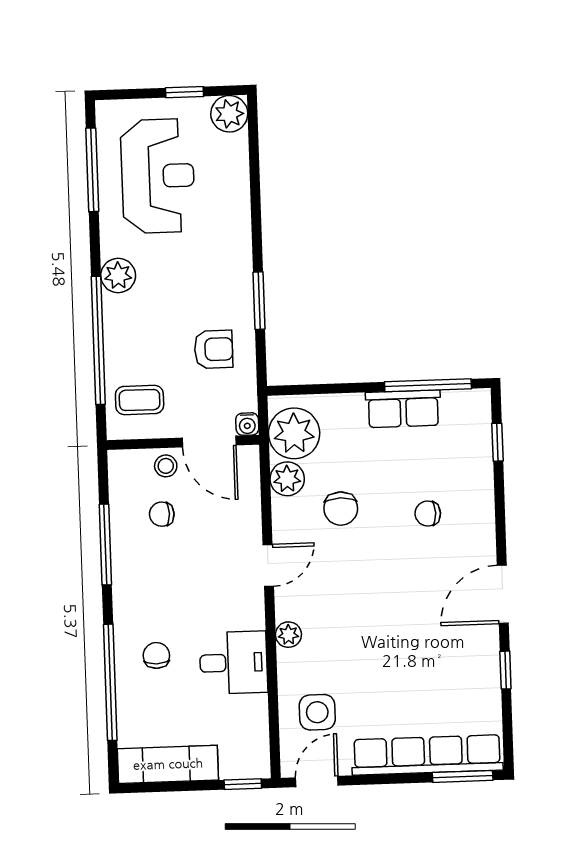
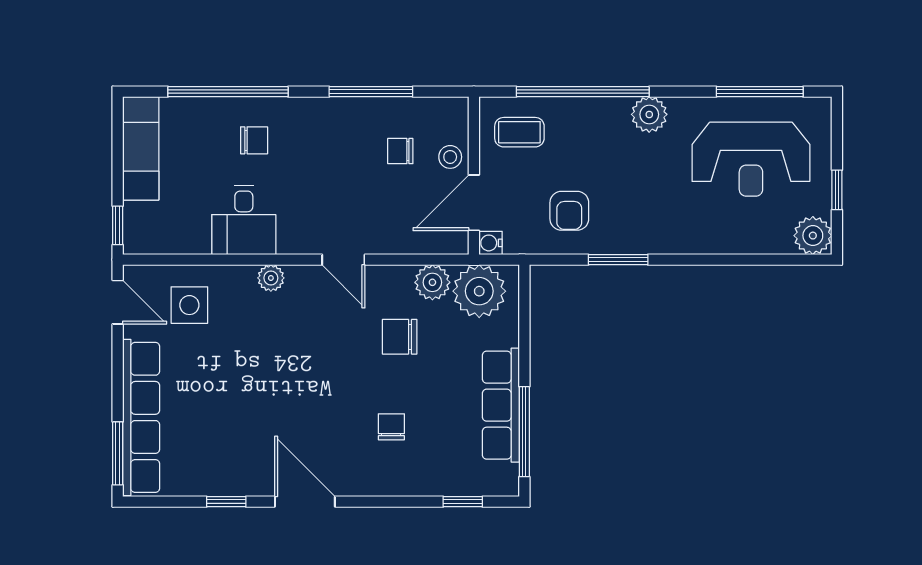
coffee table: (140, 400) -> (519, 132), turned 90
row of seats: (403, 409) -> (501, 405), width x1.48
chair: (162, 514) -> (400, 151), turned -90

